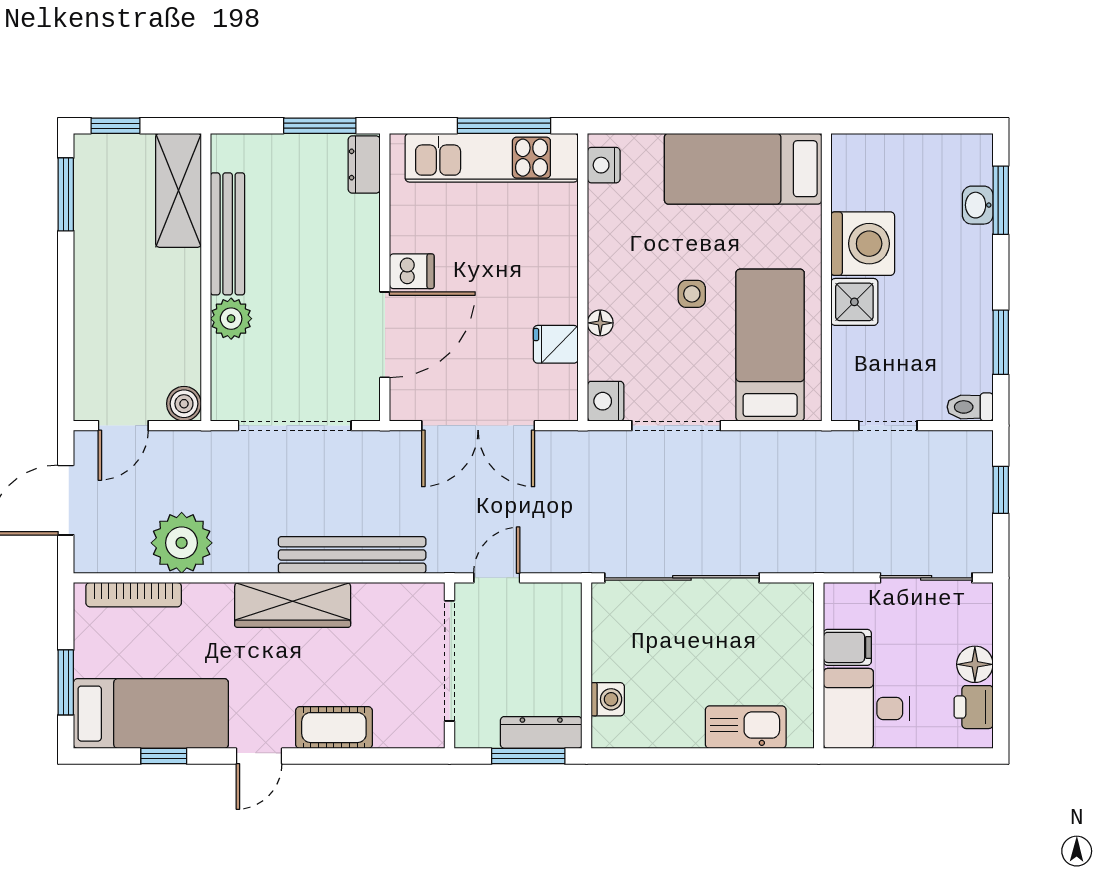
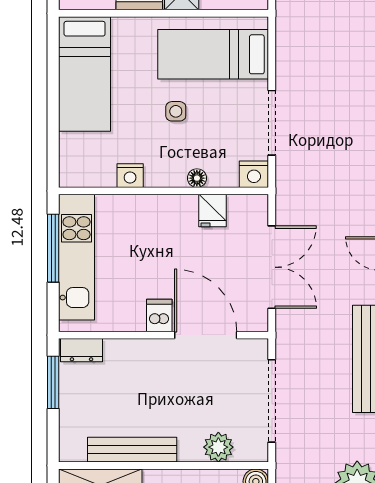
nightstand: (604, 165) -> (130, 176), moved
plant: (231, 319) -> (218, 447), moved

